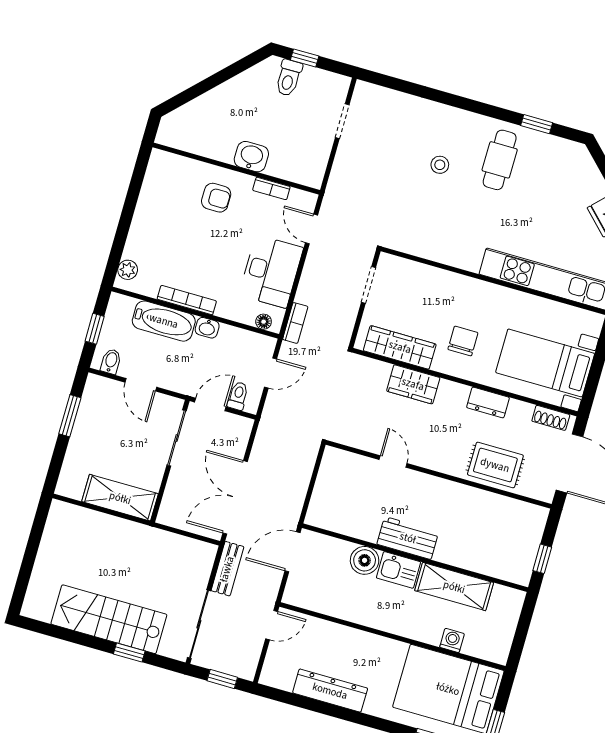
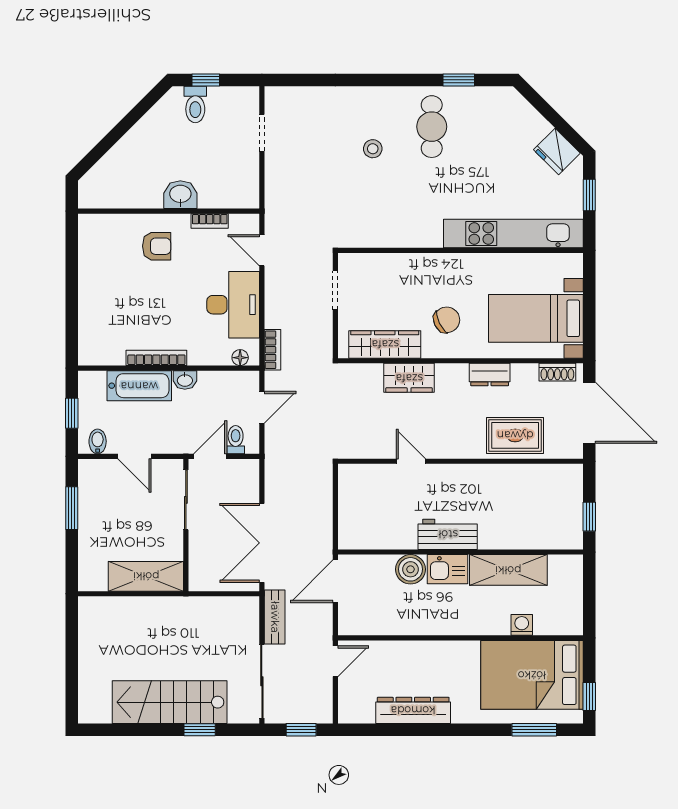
plant: (128, 270) -> (88, 344), removed
chair: (463, 341) -> (447, 320), turned 64

